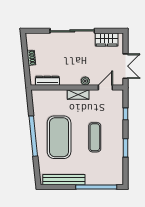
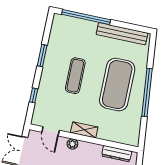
door: (105, 88) -> (51, 131), hinge flipped

